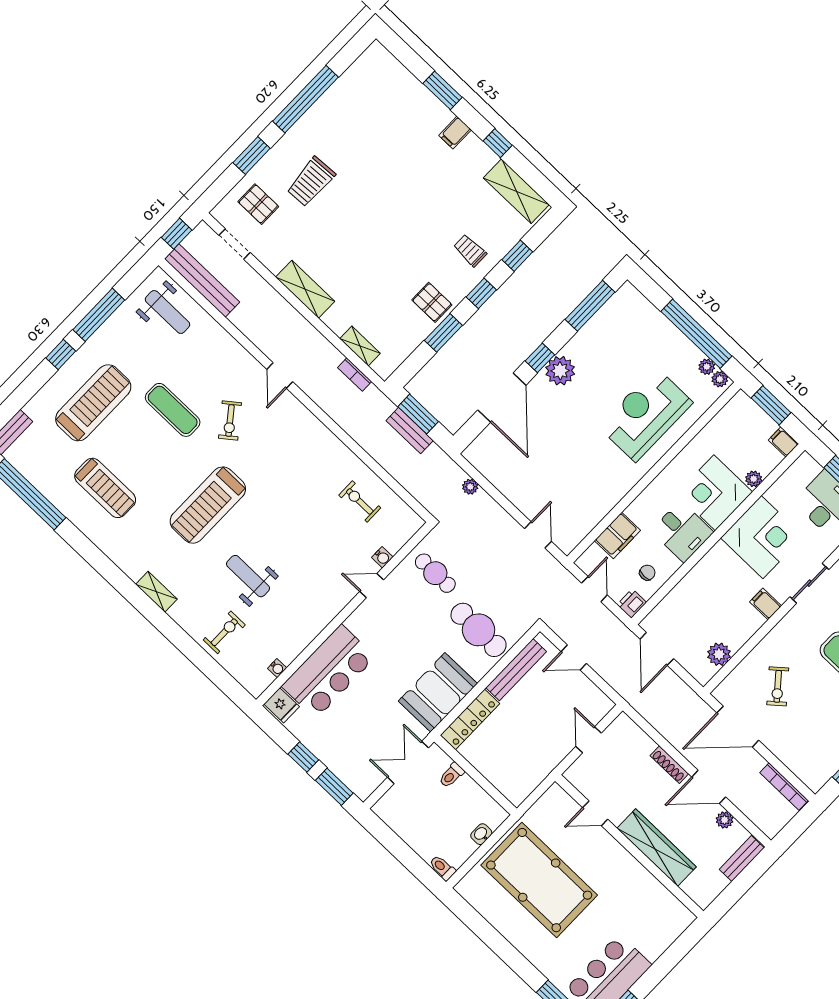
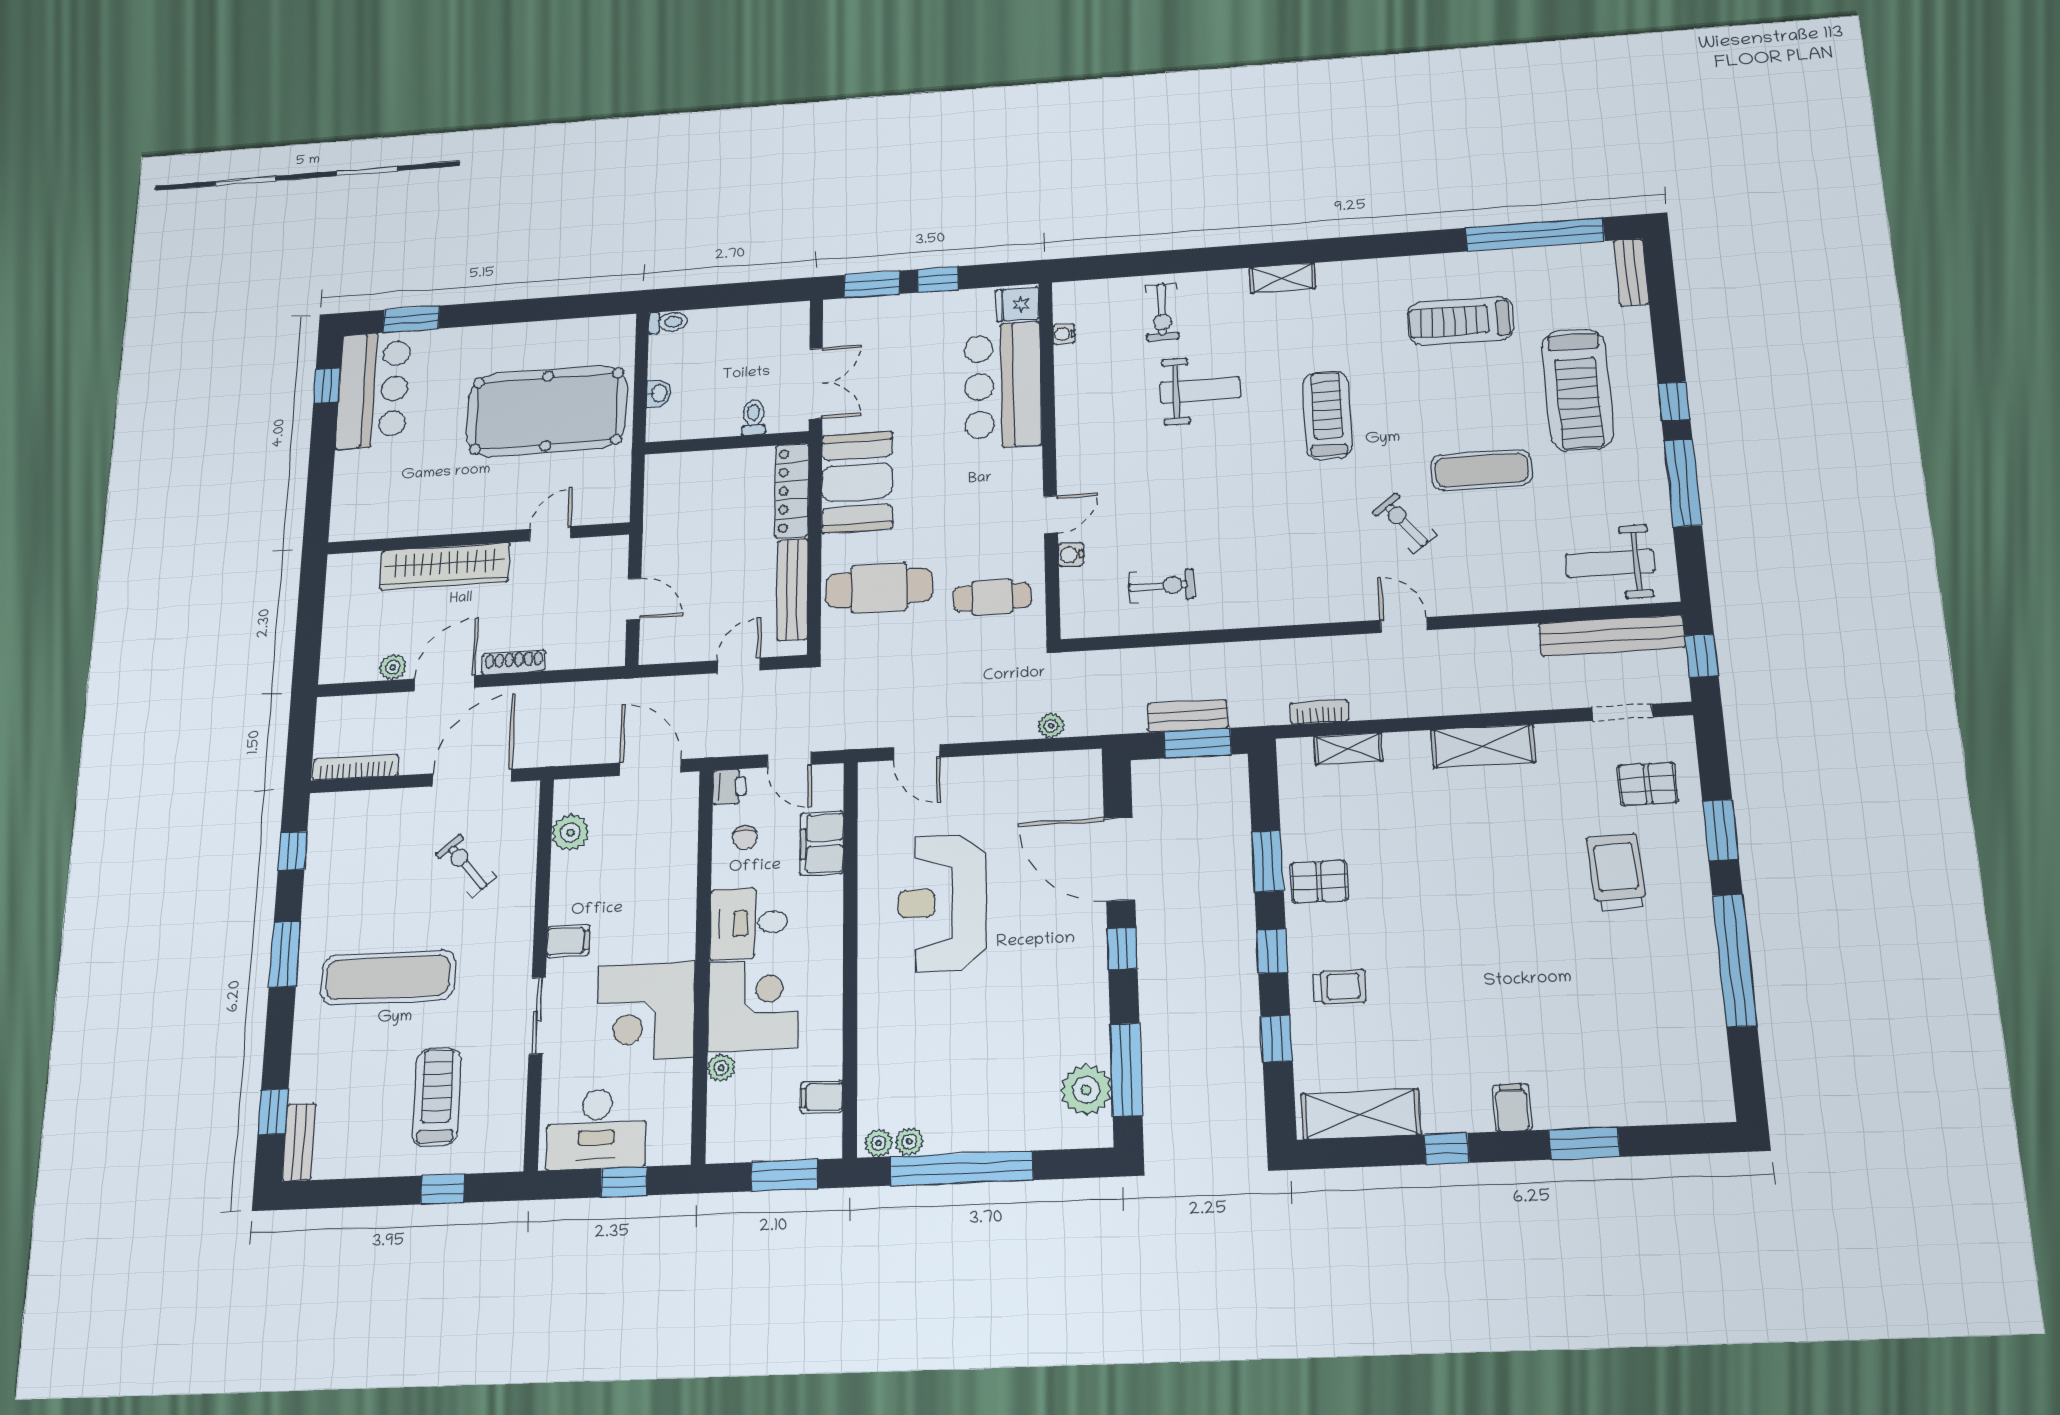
plant: (560, 371) -> (1086, 1090), moved
reception desk: (646, 415) -> (942, 902), moved, turned 180
filing cabinet: (783, 442) -> (822, 1097), moved, turned 180
treadmill: (208, 505) -> (1327, 415), width x0.73, depth x0.73
bench: (742, 859) -> (334, 647), removed

